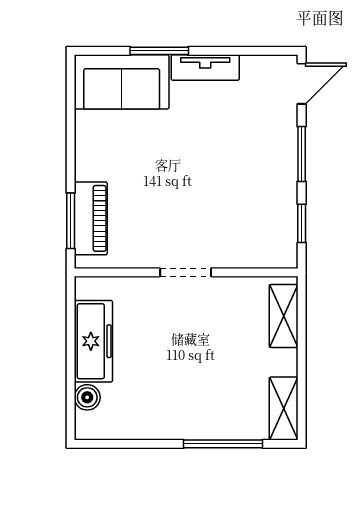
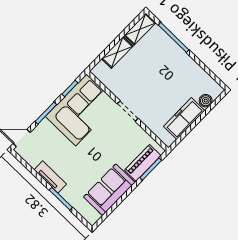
sofa: (122, 82) -> (109, 190), moved, turned -90
corner sofa: (255, 208) -> (81, 110), added
shelving: (284, 316) -> (117, 52), moved

